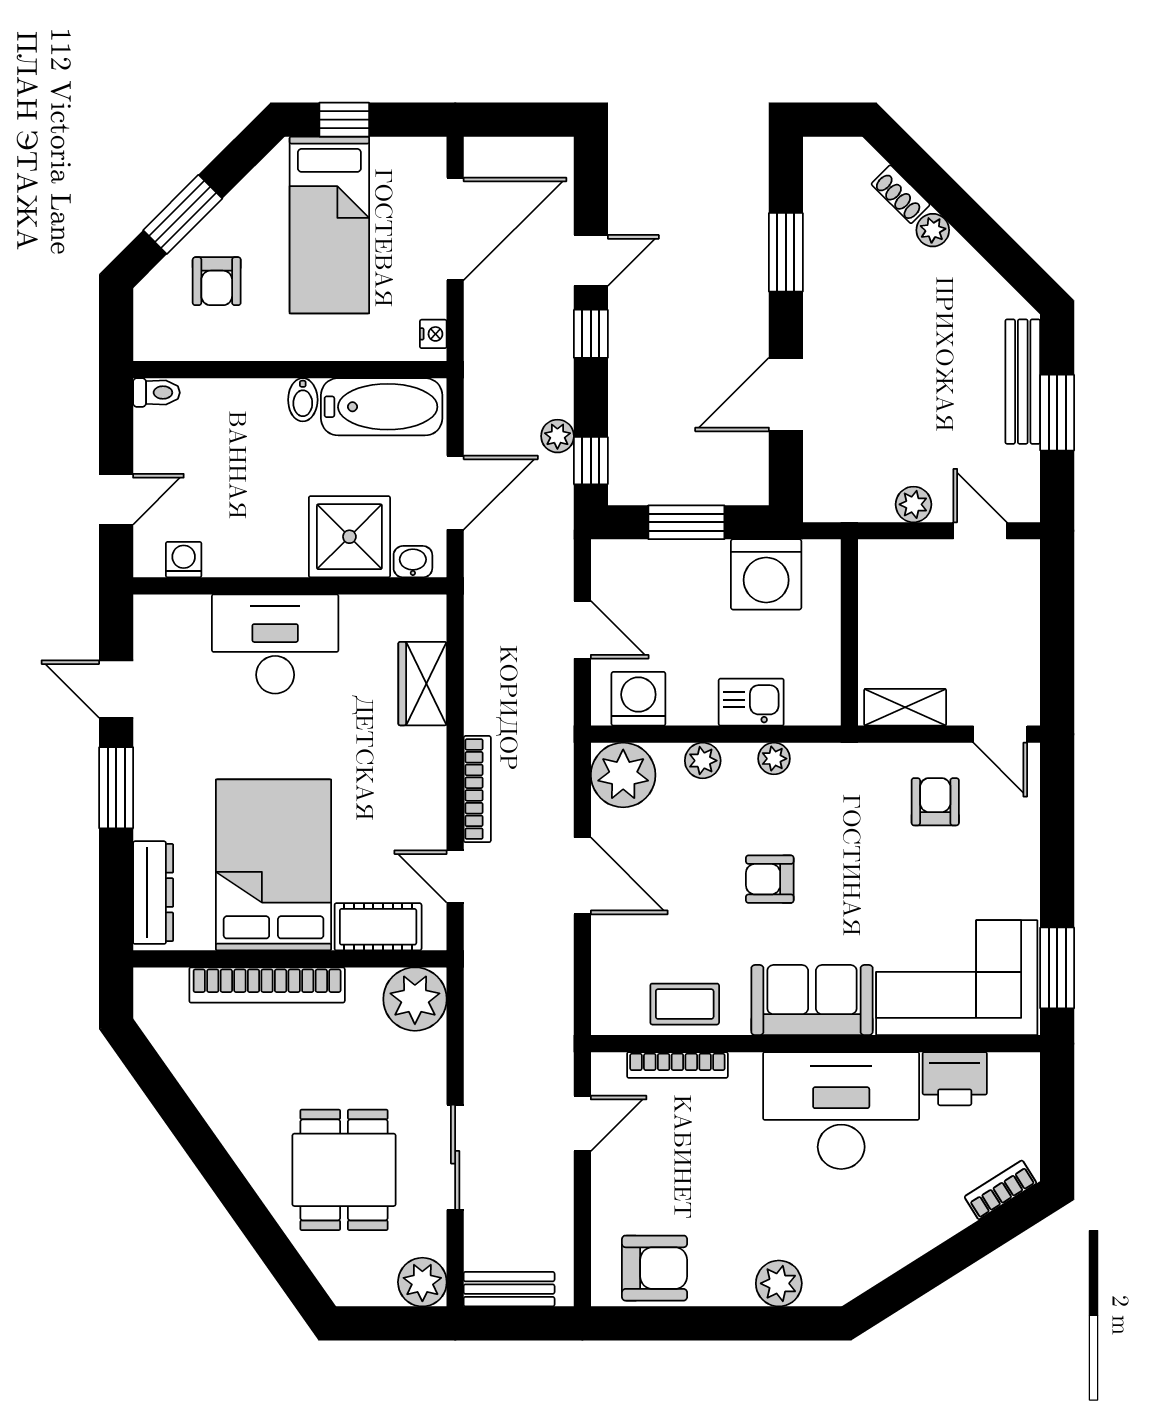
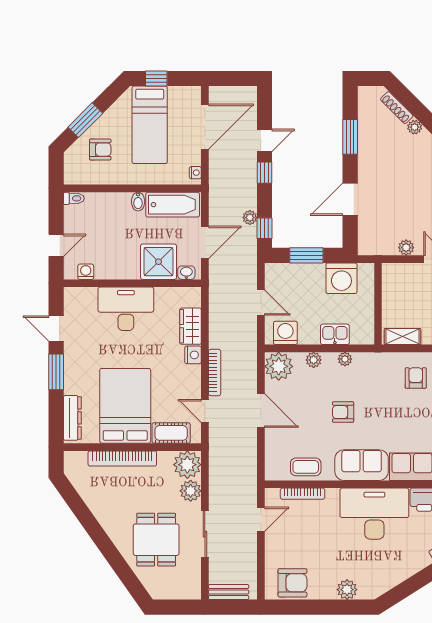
shoe rack: (901, 194) -> (397, 108), width x1.43
armchair: (217, 281) -> (100, 150), turned -90
nightstand: (428, 749) -> (193, 355), added
plant: (422, 1282) -> (191, 491), moved

